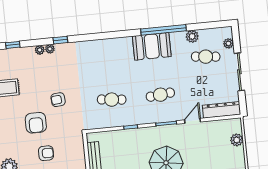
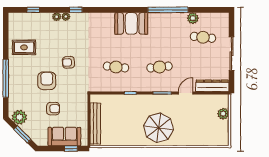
plant: (228, 43) -> (224, 28), removed
booth: (152, 46) -> (131, 23), moved
armchair: (36, 123) -> (47, 81), turned 180

